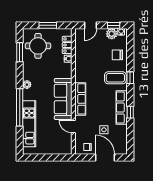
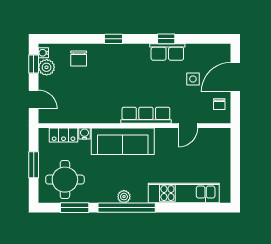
coffee table: (115, 78) -> (114, 62), removed
sofa: (63, 99) -> (123, 141), moved
window: (20, 107) -> (127, 208), moved
row of seats: (122, 107) -> (167, 52), width x0.68

